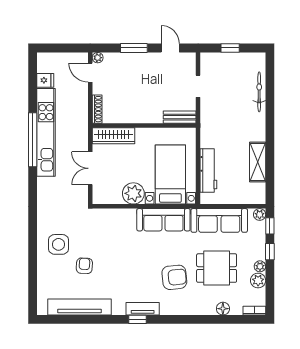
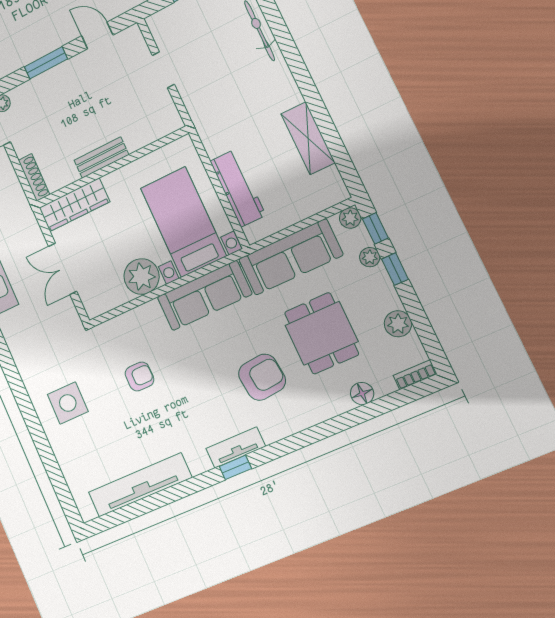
bench: (180, 117) -> (101, 158), moved
armchair: (84, 266) -> (139, 377), moved, turned 87
plant: (260, 266) -> (370, 257), moved
dining table: (217, 268) -> (321, 333), turned 90

